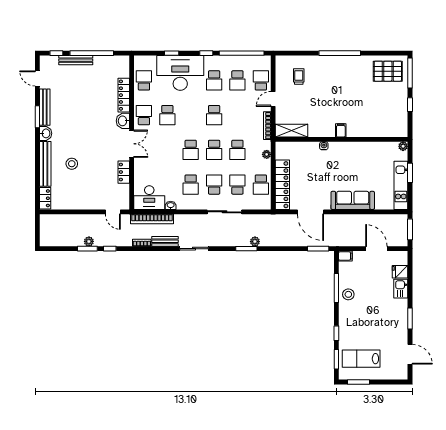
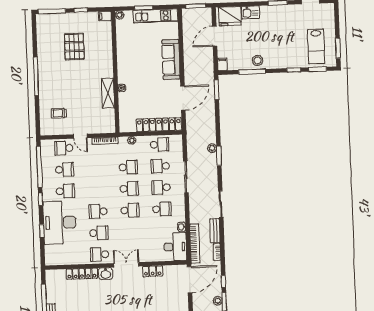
pallet: (388, 71) -> (74, 47), moved
school desk: (144, 80) -> (68, 256), removed
school desk: (214, 115) -> (98, 211), moved, turned 180
filing cabinet: (341, 130) -> (105, 16), moved
shelving: (292, 131) -> (108, 93), moved
door: (113, 212) -> (190, 280), width x1.87
fridge: (400, 272) -> (230, 16), width x1.88, depth x1.34

